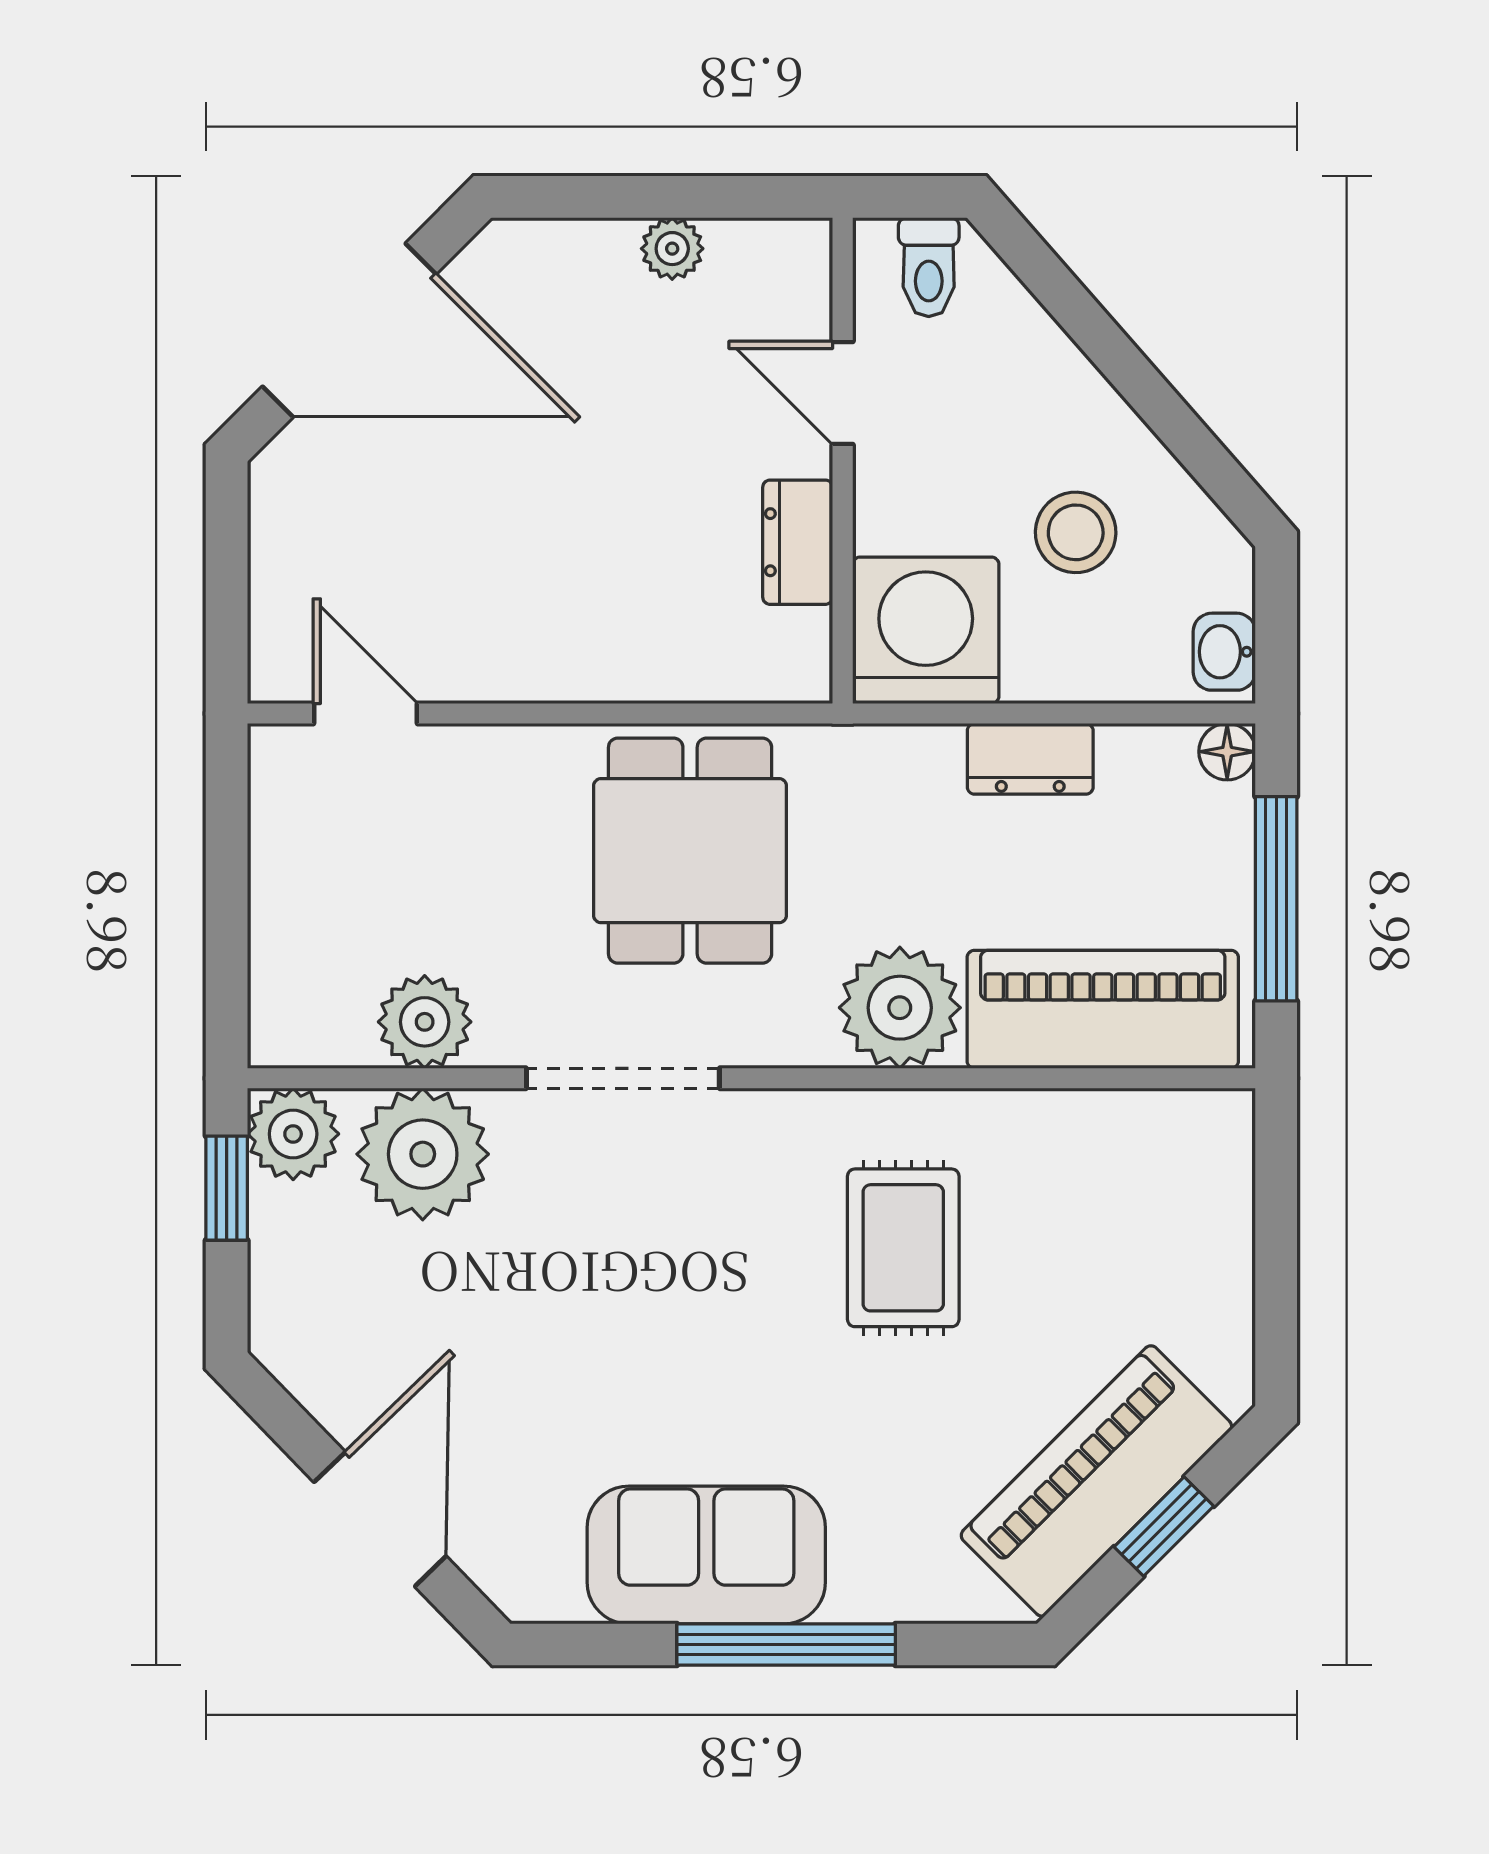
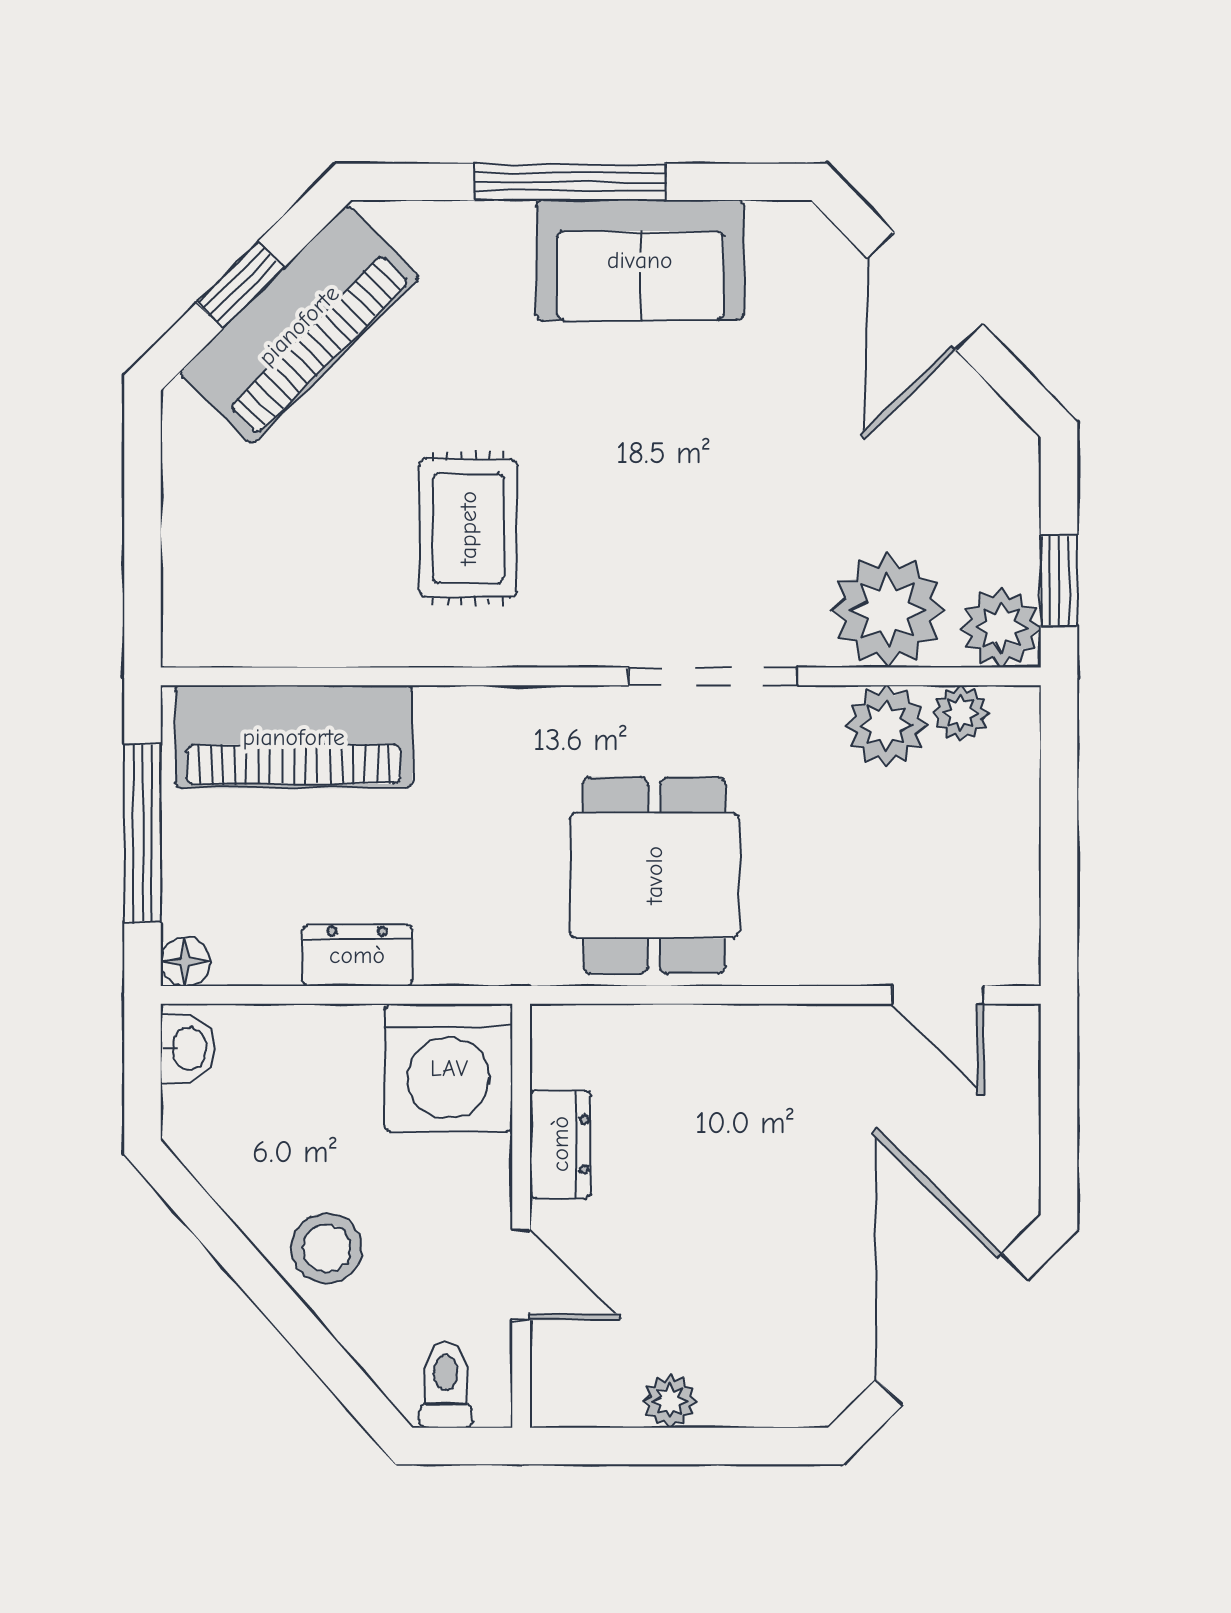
door: (349, 330) -> (952, 1330), hinge flipped
stool: (1076, 532) -> (327, 1248), moved
plant: (900, 1008) -> (961, 713), moved, width x0.53, depth x0.53

